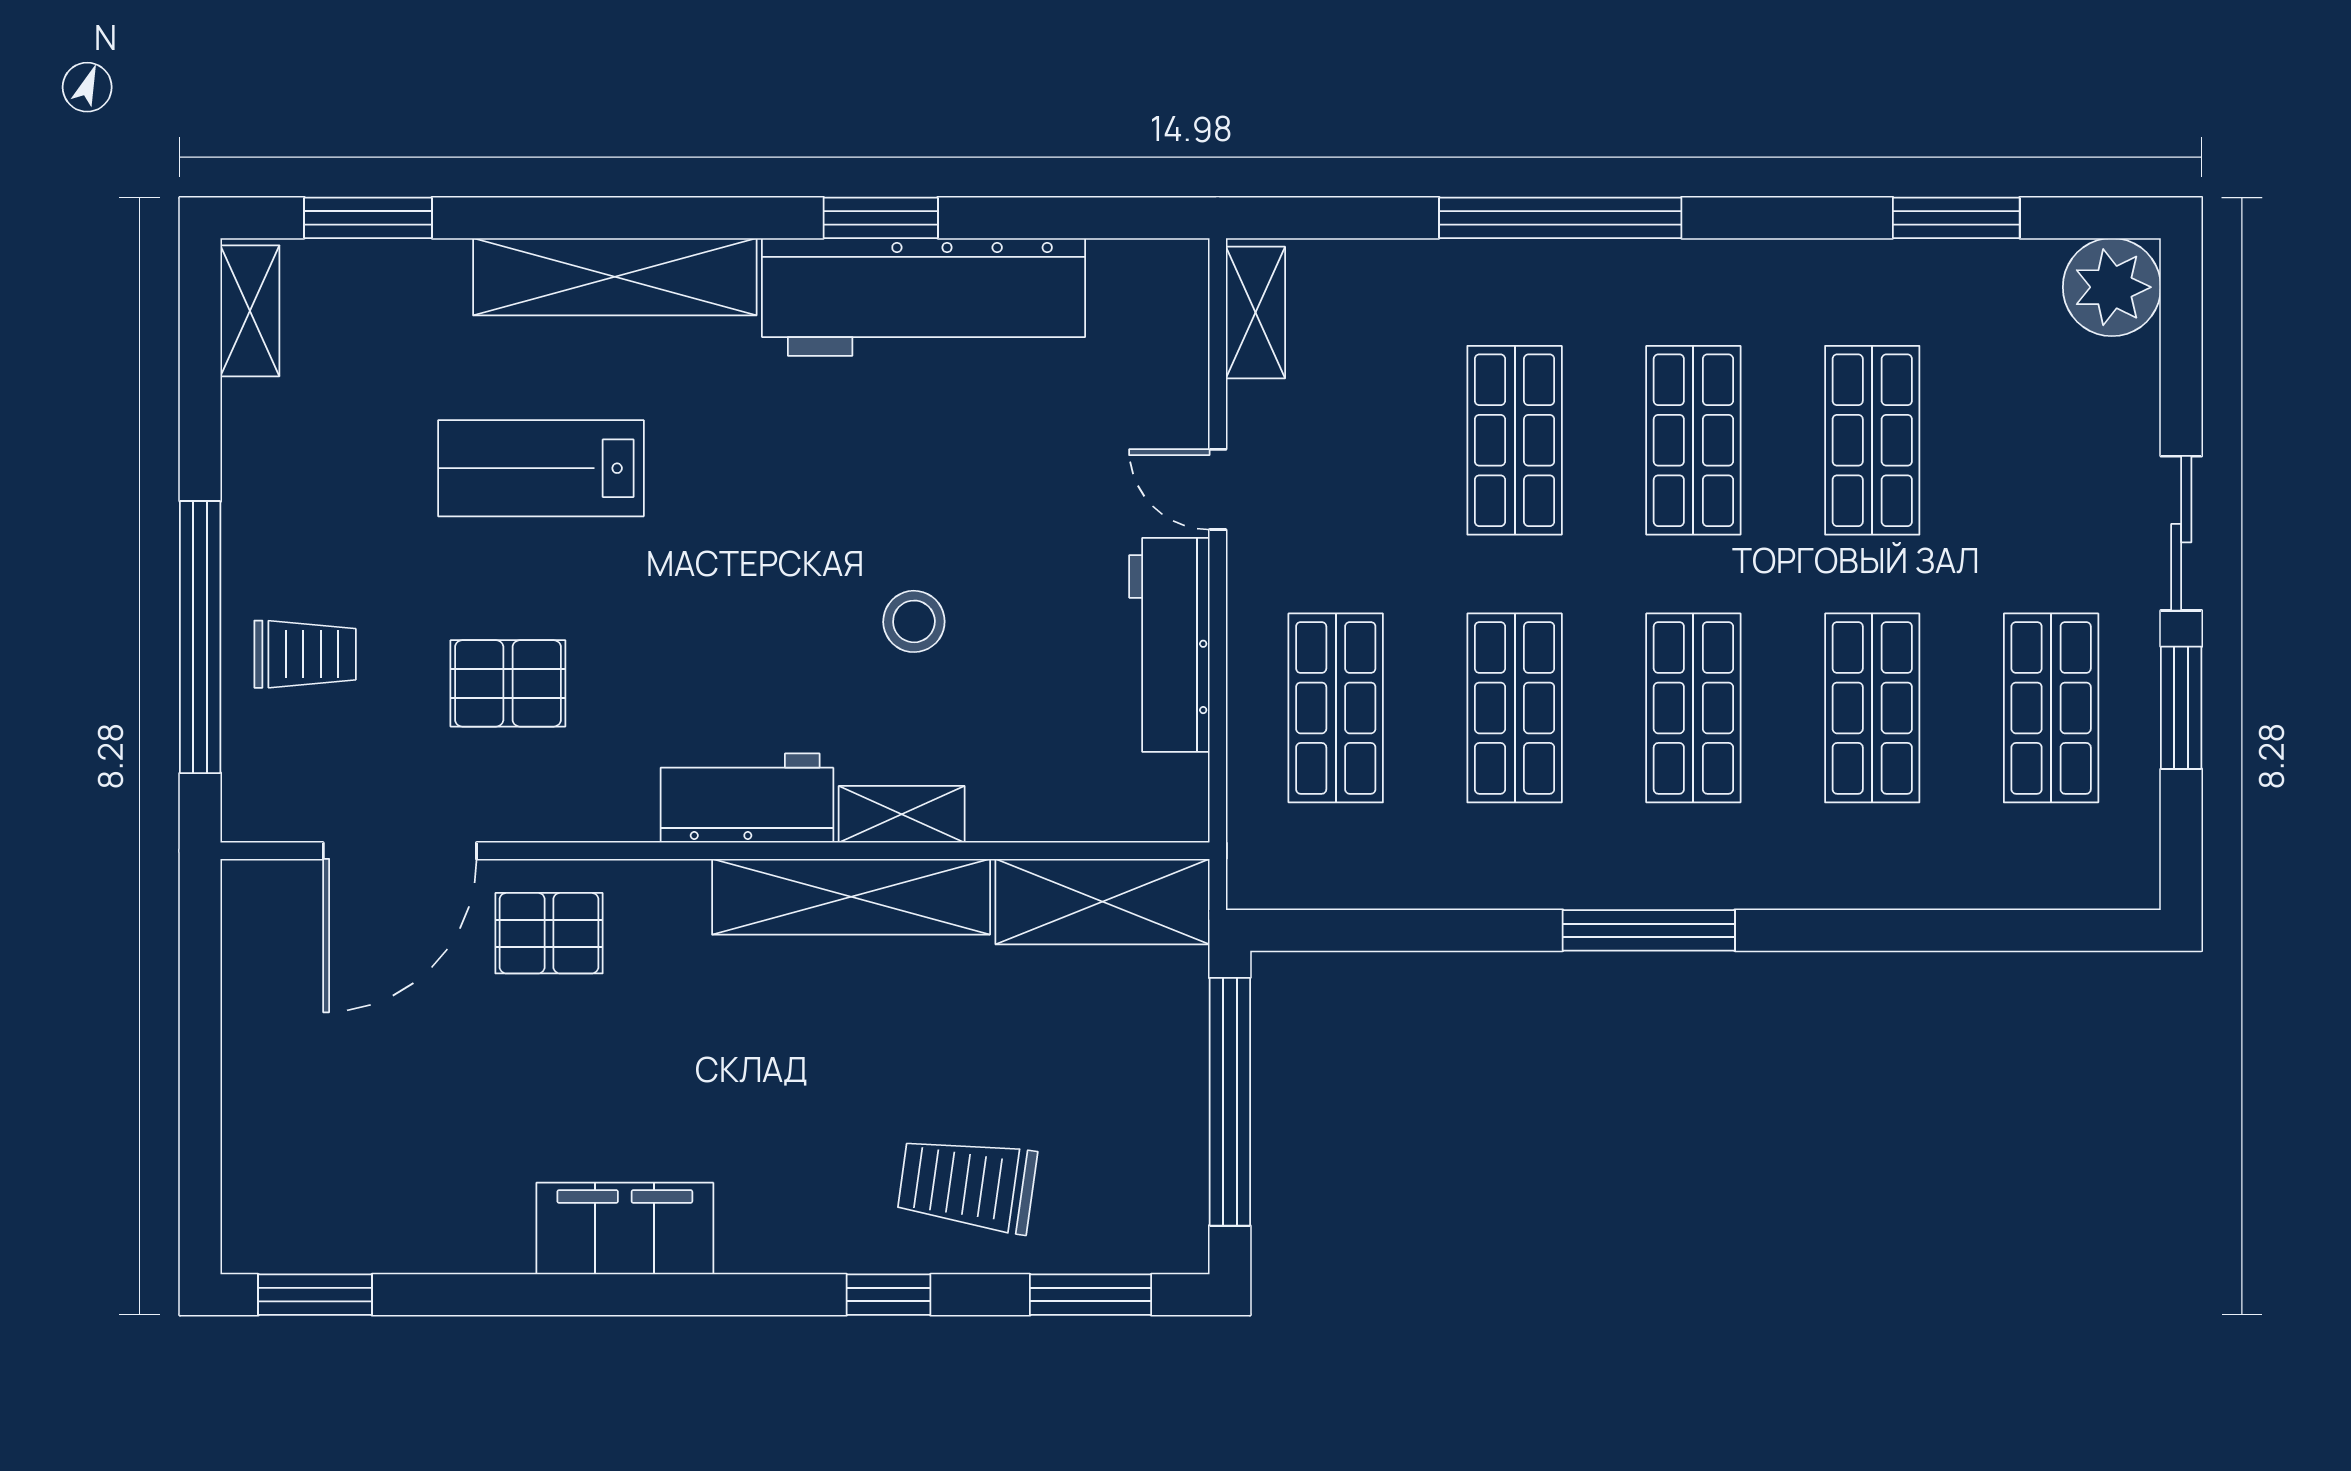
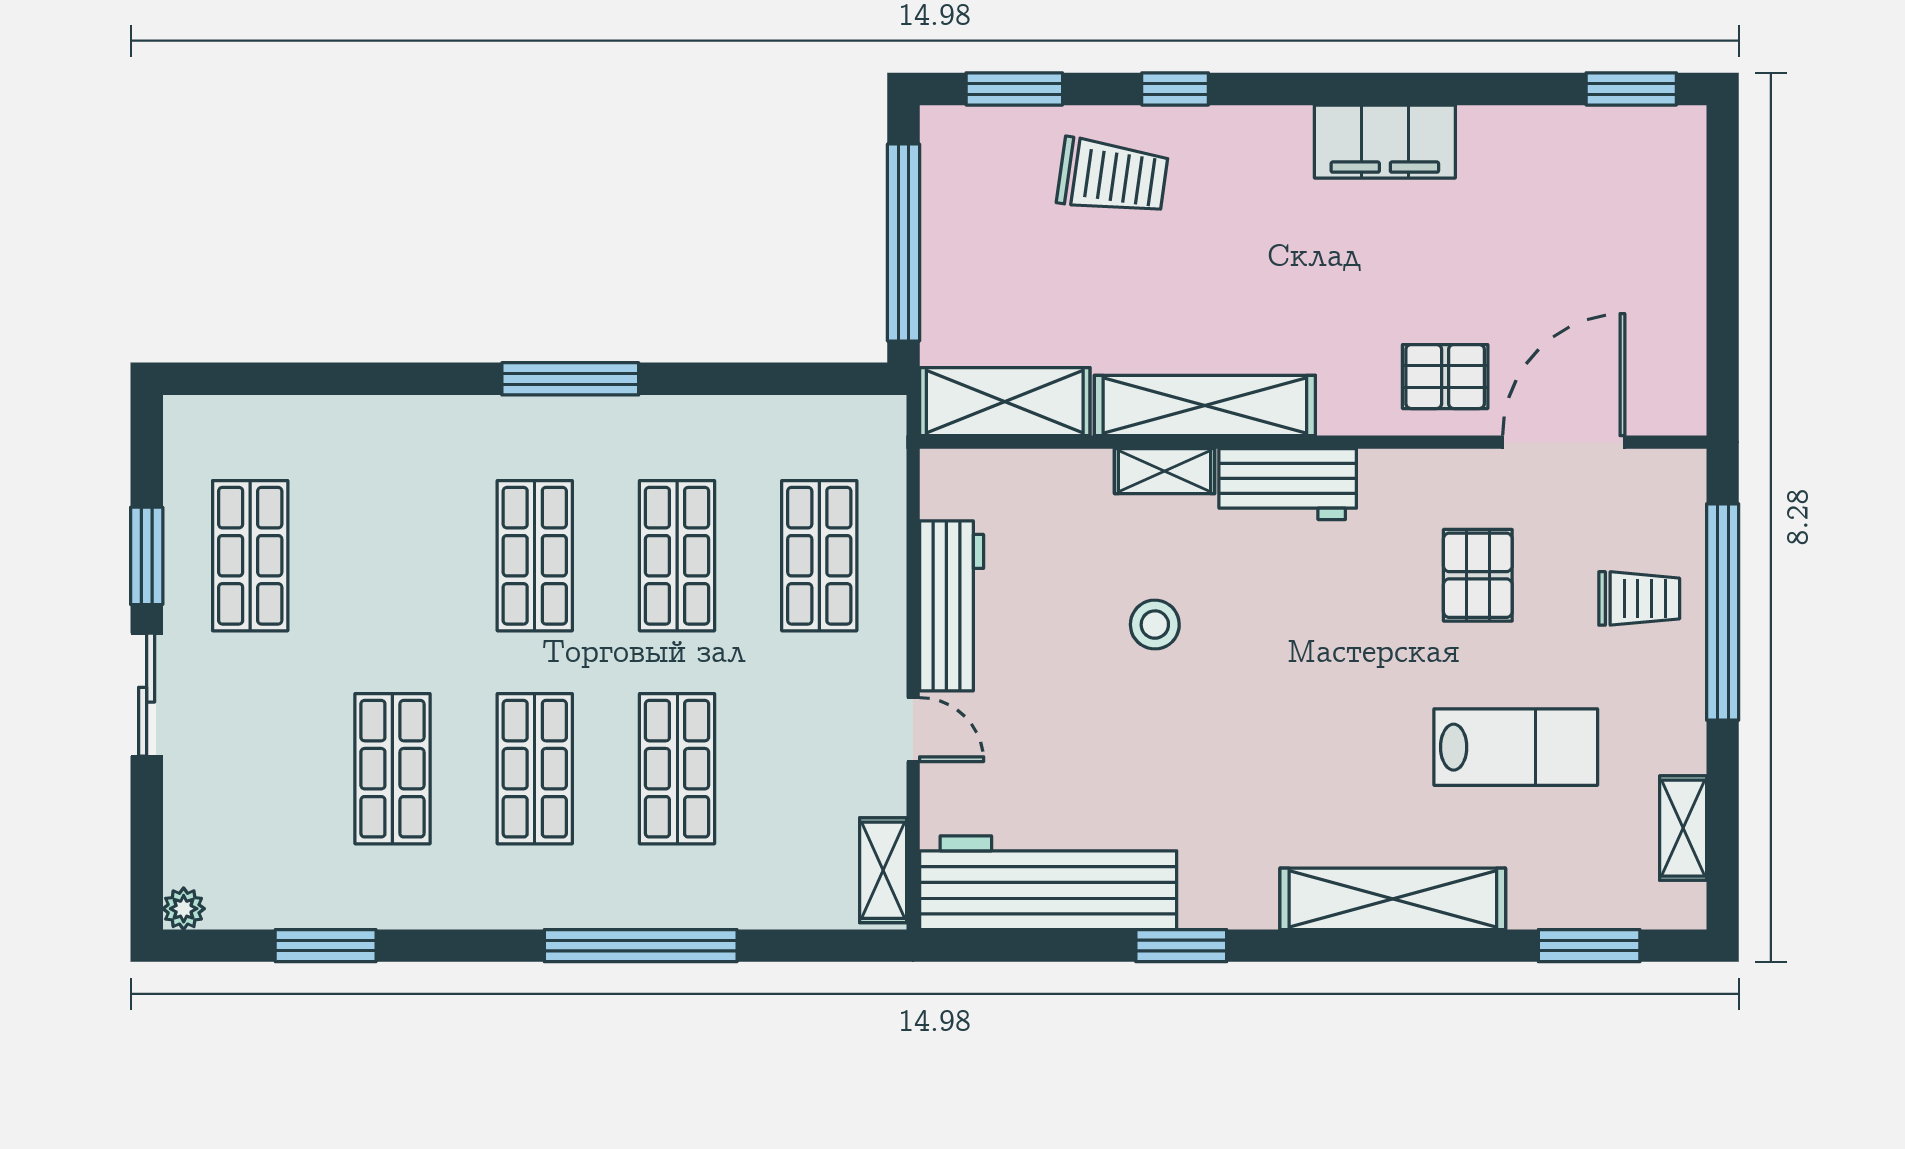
plant: (2112, 287) -> (184, 909), width x0.53, depth x0.53
workbench: (924, 297) -> (1048, 883), moved
shelving: (250, 311) -> (1683, 828), moved
lab bench: (541, 468) -> (1516, 747), moved
trolley: (305, 654) -> (1639, 598), turned 180
pallet: (508, 683) -> (1478, 575), turned 90
shop shelf: (1872, 708) -> (392, 556), removed

